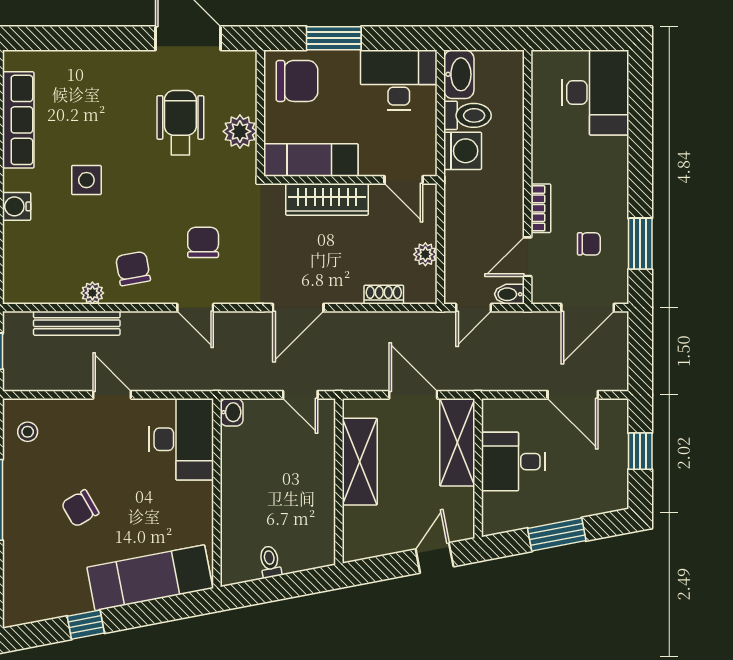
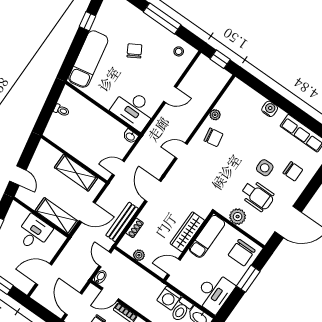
side table: (86, 180) -> (265, 168), moved
chair: (203, 242) -> (293, 171), moved
door: (528, 257) -> (110, 294), swing flipped
bench: (77, 323) -> (122, 222), moved

